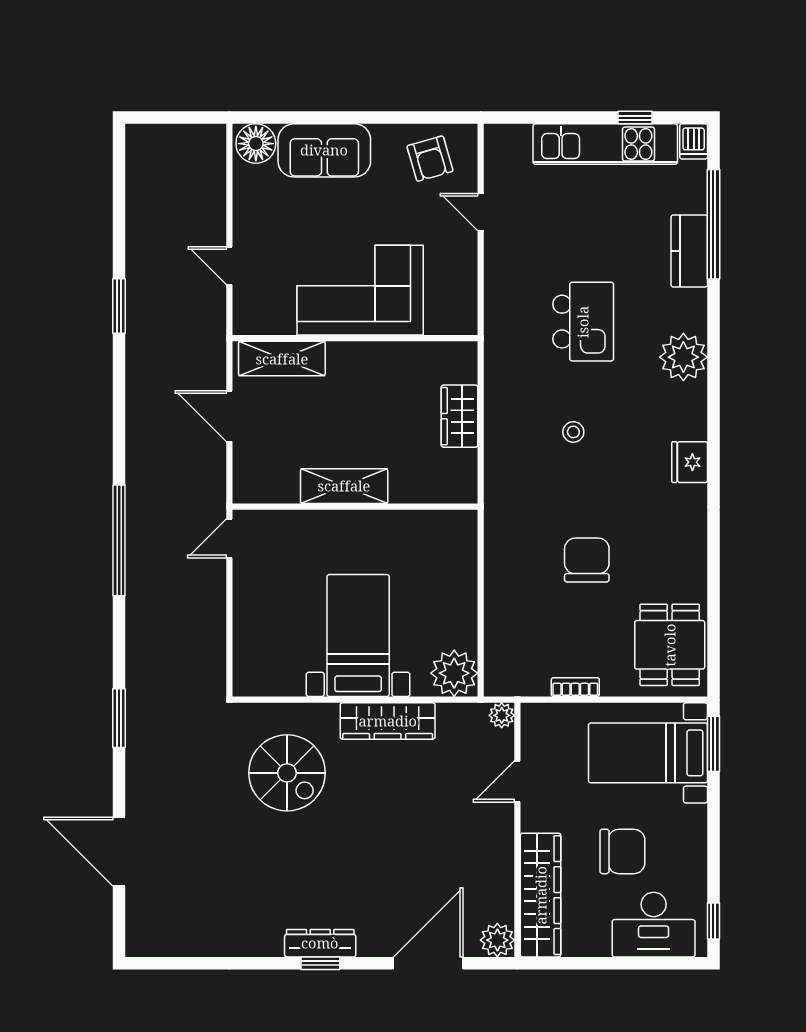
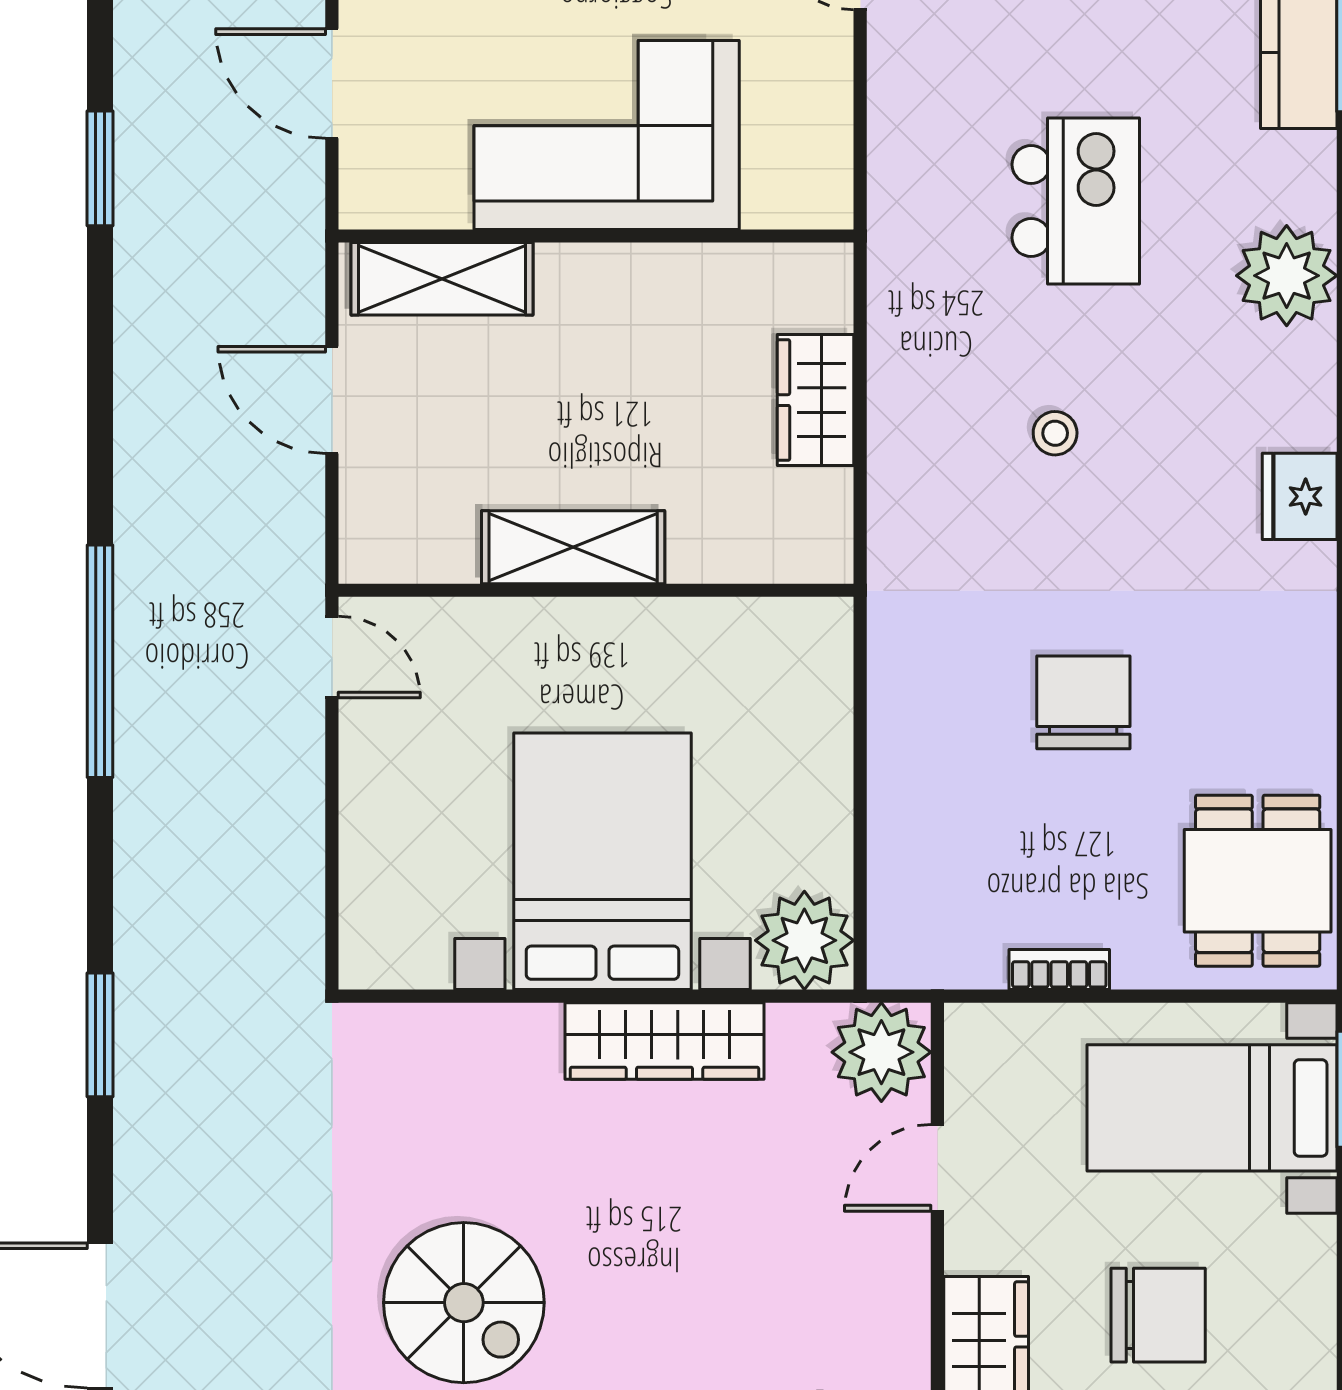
door: (229, 266) -> (332, 84), width x1.38
door: (229, 538) -> (332, 657), swing flipped
bed with nightstands: (358, 636) -> (602, 861), width x1.36
plant: (502, 715) -> (881, 1052), width x1.87, depth x1.87
spiral stairs: (287, 773) -> (464, 1303), moved

